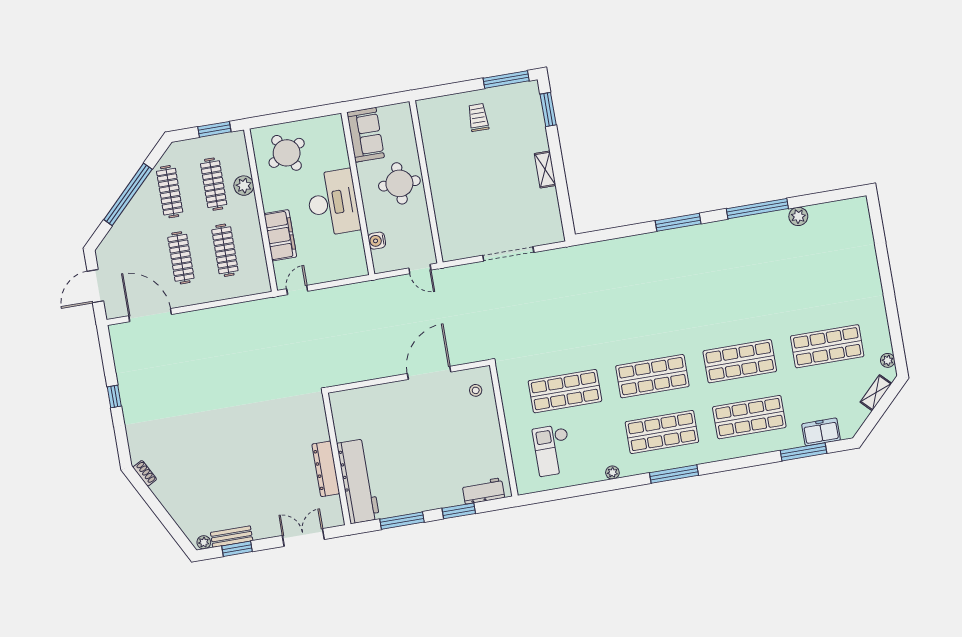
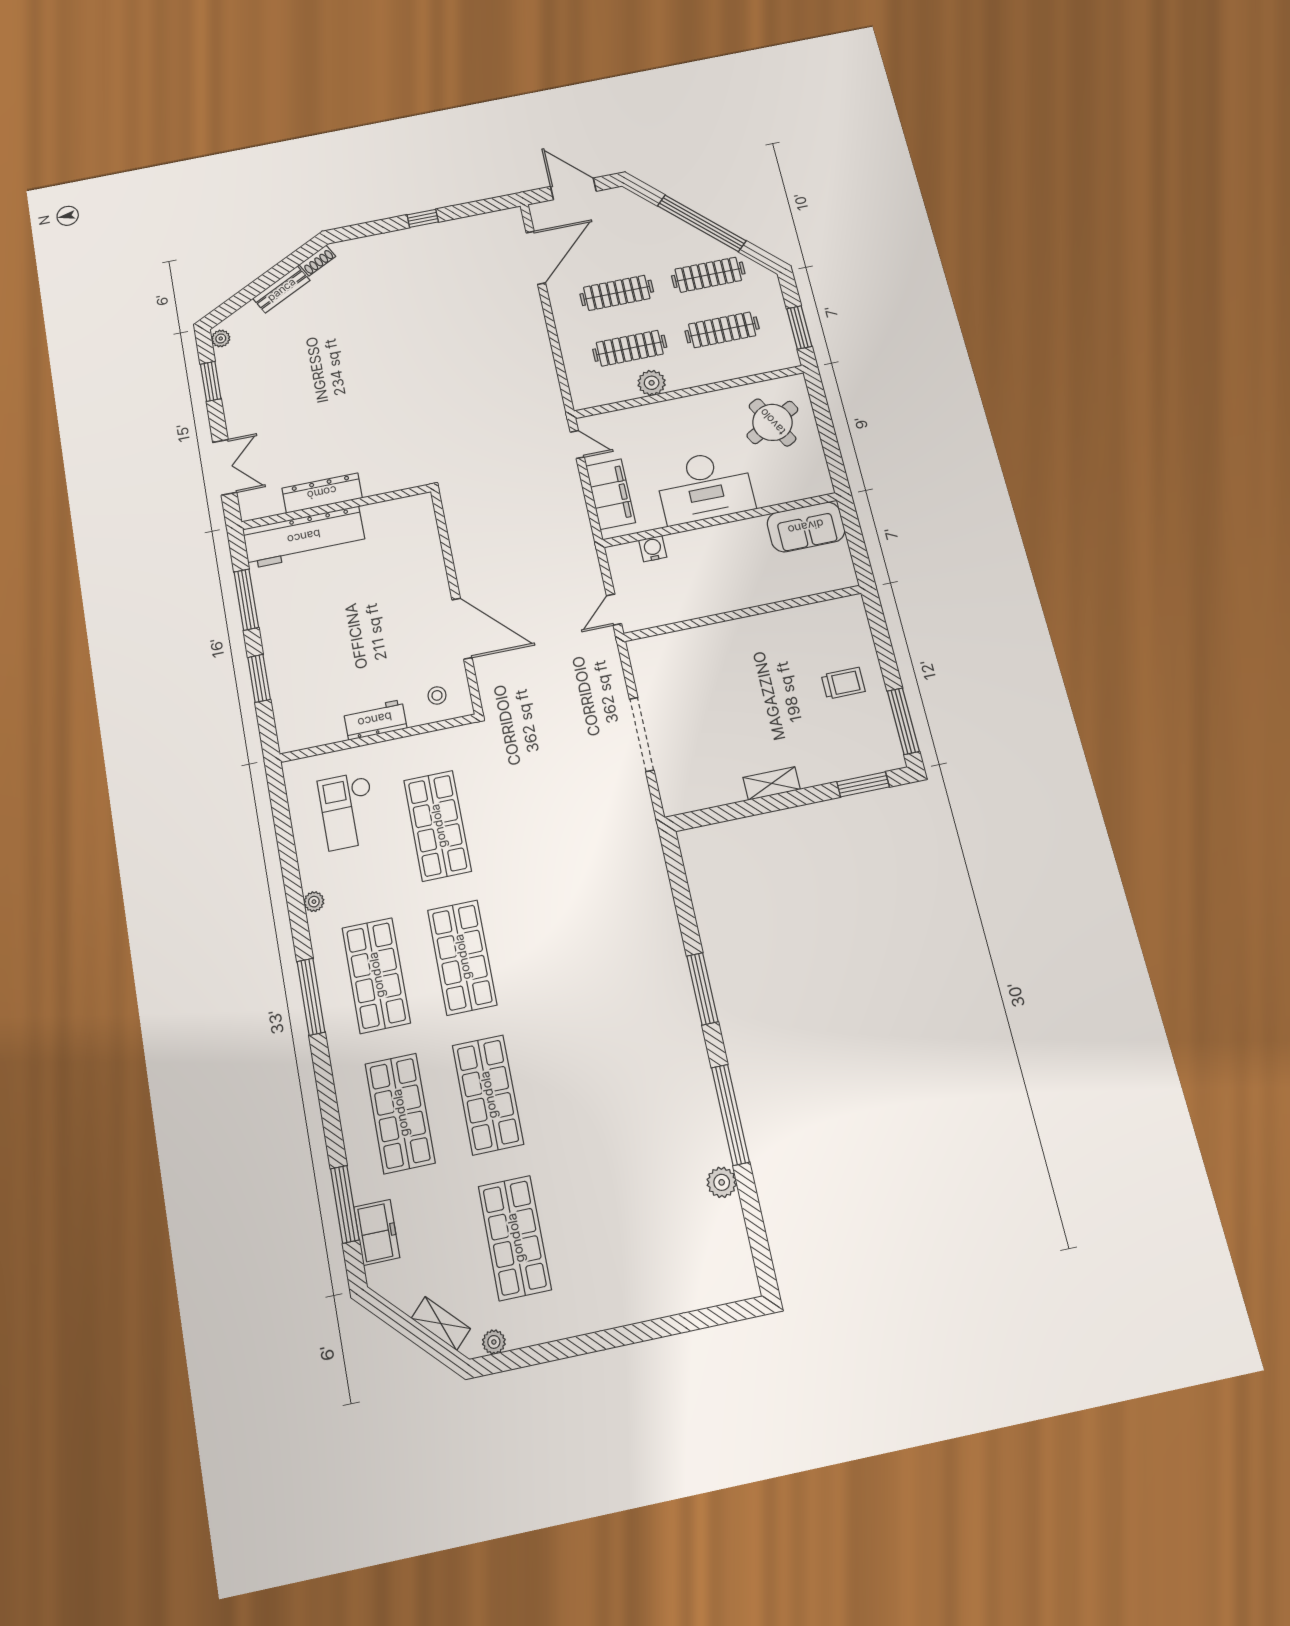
round table: (399, 183) -> (738, 576), removed
plant: (244, 186) -> (652, 383), moved
filing cabinet: (280, 235) -> (611, 494), moved, turned -90
checkout: (553, 450) -> (348, 811), turned -90
workbench: (483, 491) -> (375, 720), moved, turned -90
bench: (232, 537) -> (281, 289), moved, turned 62

